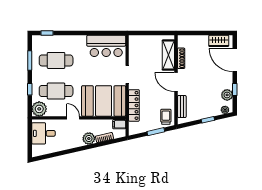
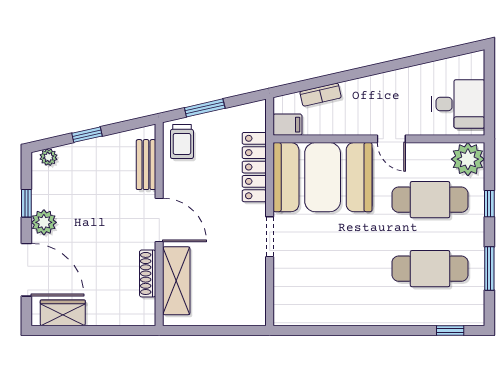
bar counter: (106, 46) -> (317, 302), removed
plant: (227, 95) -> (44, 222), moved
plant: (89, 139) -> (356, 92), removed

